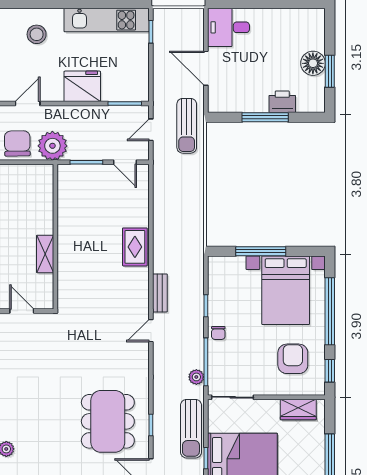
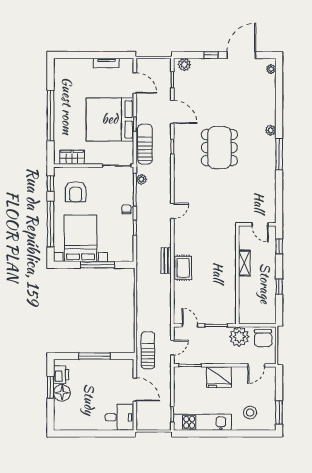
printer: (282, 102) -> (61, 375), moved, turned -90
bench: (160, 293) -> (166, 261), moved
dining table: (108, 421) -> (219, 148), moved

